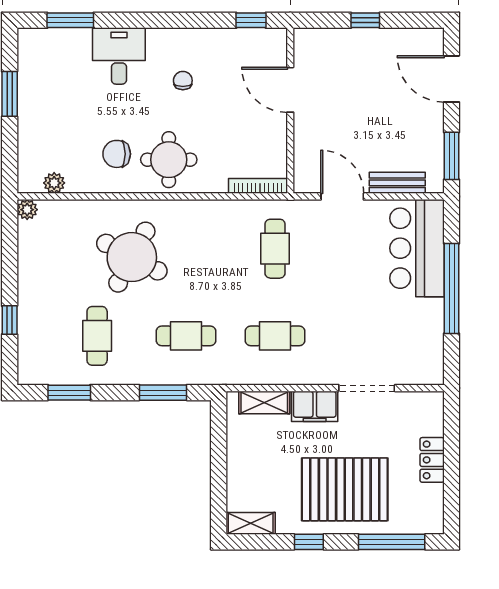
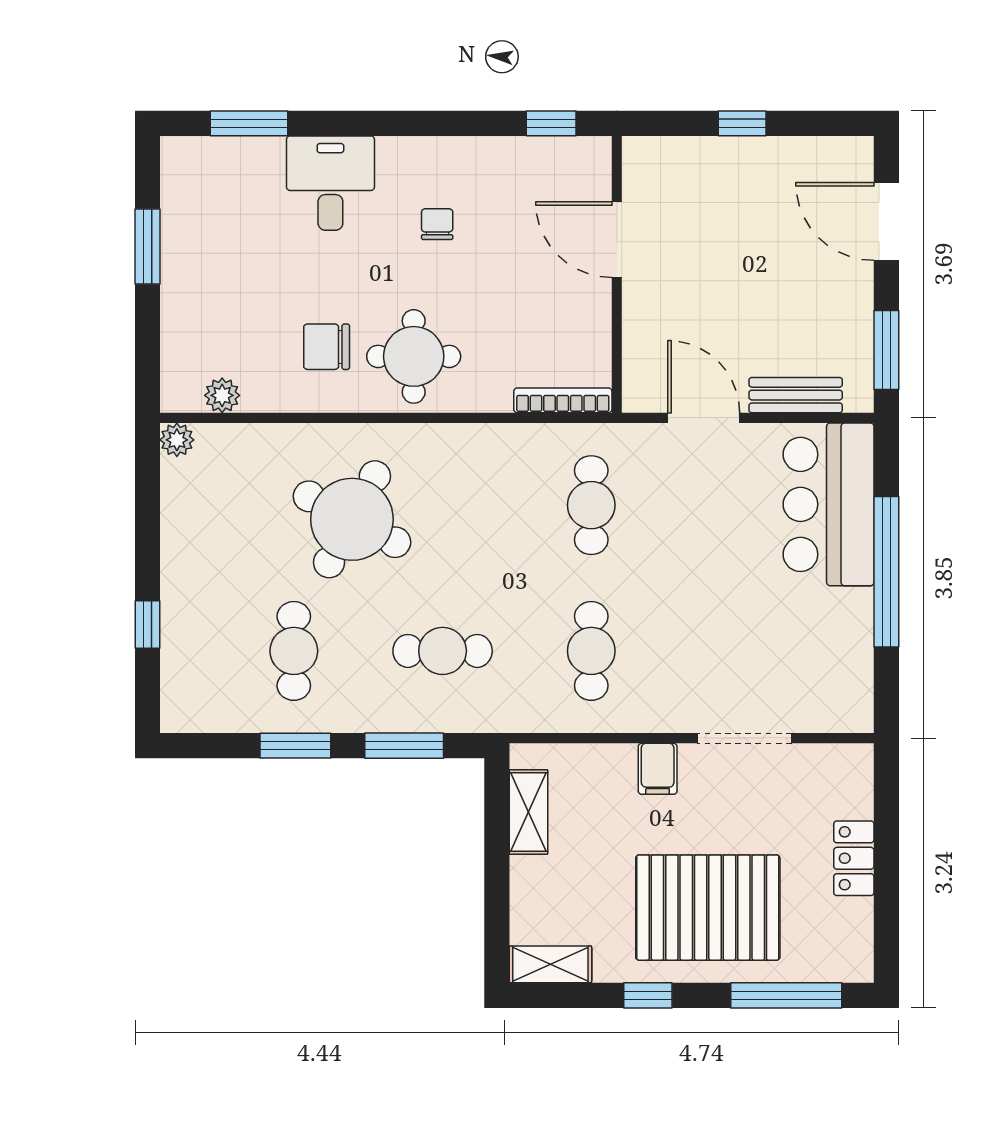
cafe table: (275, 336) -> (591, 651), turned 90
window: (69, 393) -> (295, 746), moved
shelving: (264, 402) -> (529, 812), moved, turned 90
filing cabinet: (315, 406) -> (658, 769), width x0.50

